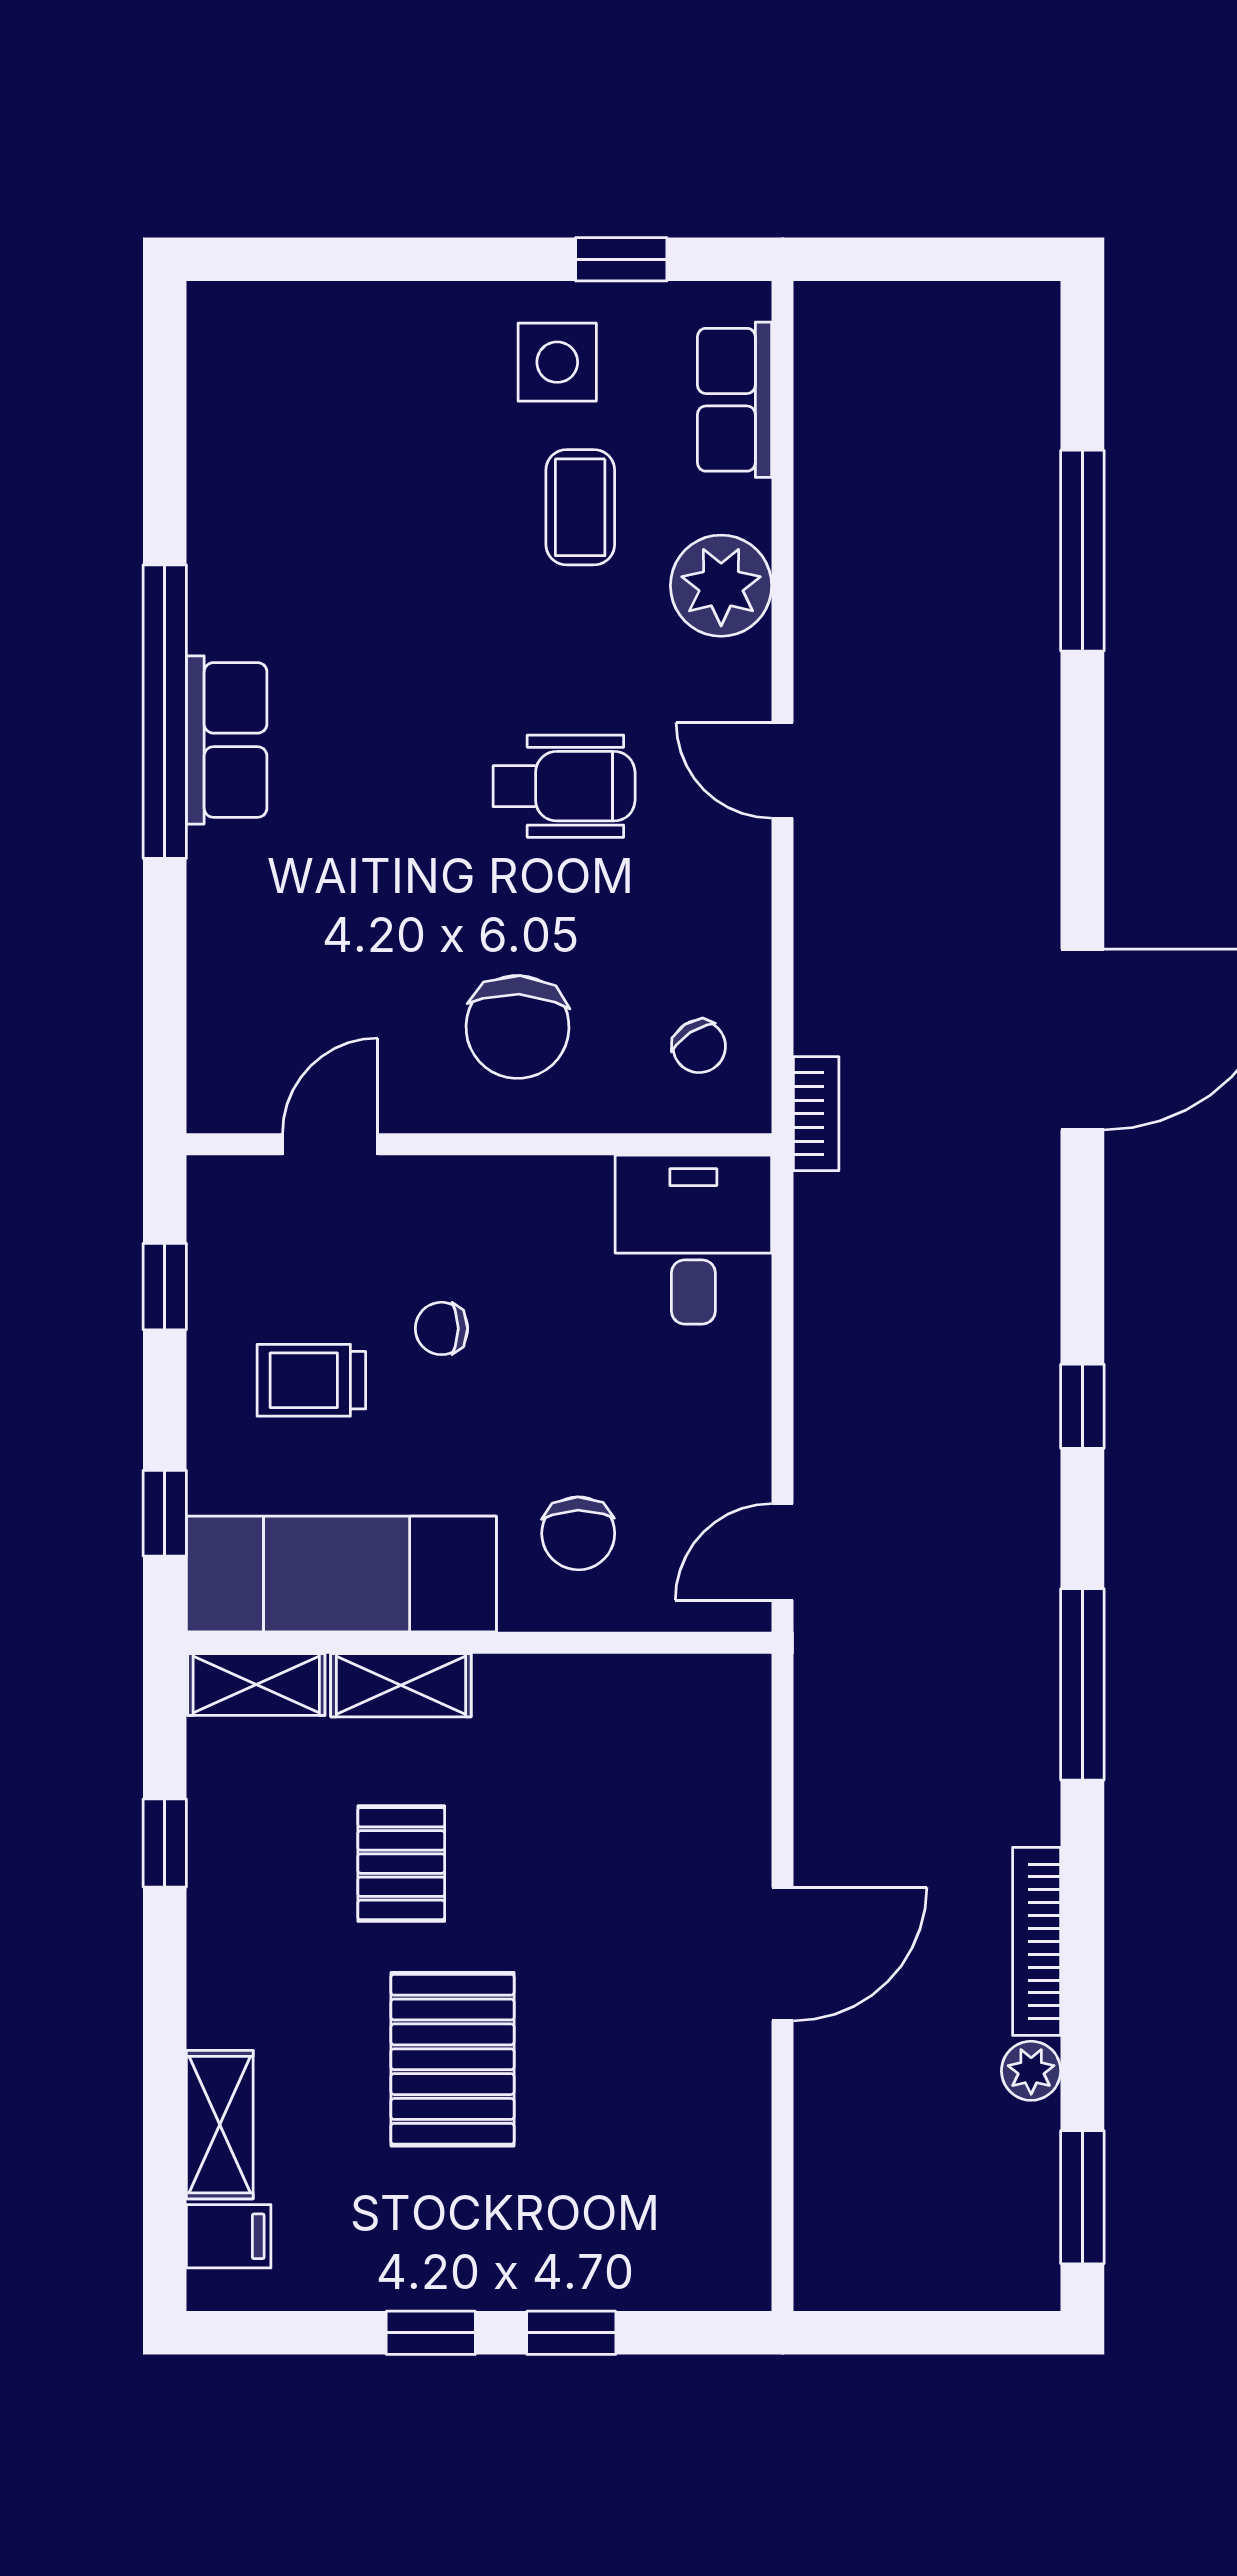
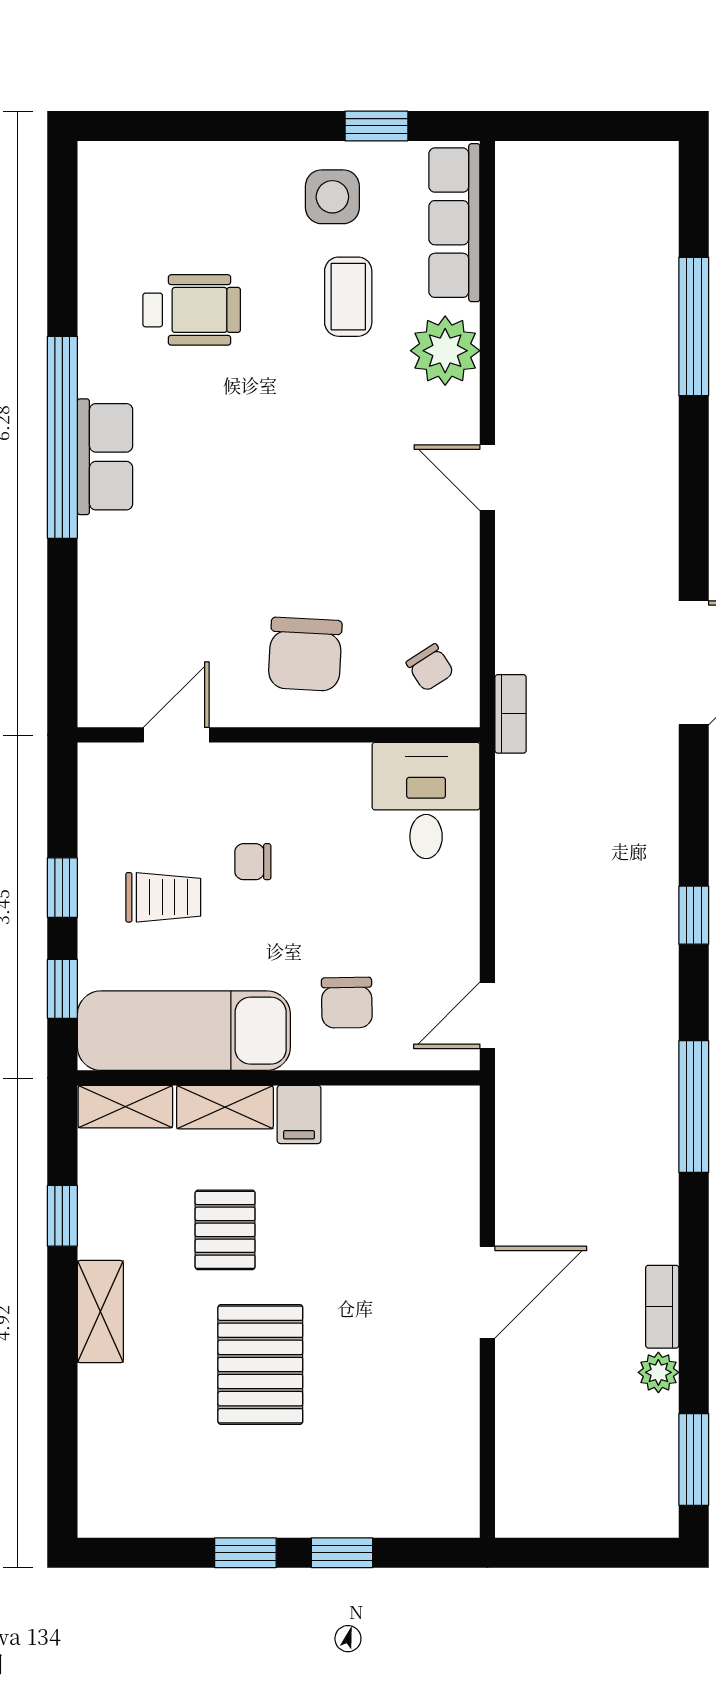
row of seats: (735, 400) -> (454, 223), width x1.48
wheelchair: (564, 786) -> (192, 310), moved
window: (165, 1287) -> (62, 888), moved
trolley: (311, 1380) -> (163, 897), turned 180
bookcase: (1037, 1941) -> (662, 1307), width x0.64
shelving: (220, 2125) -> (100, 1312), moved
filing cabinet: (229, 2236) -> (299, 1114), moved, turned 90

